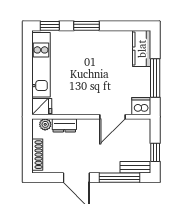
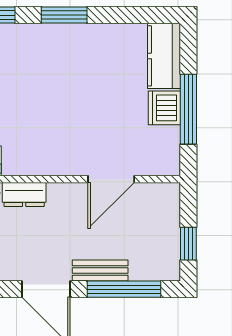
dishwasher: (141, 106) -> (164, 108), moved, turned -90
bench: (135, 167) -> (100, 270), moved

